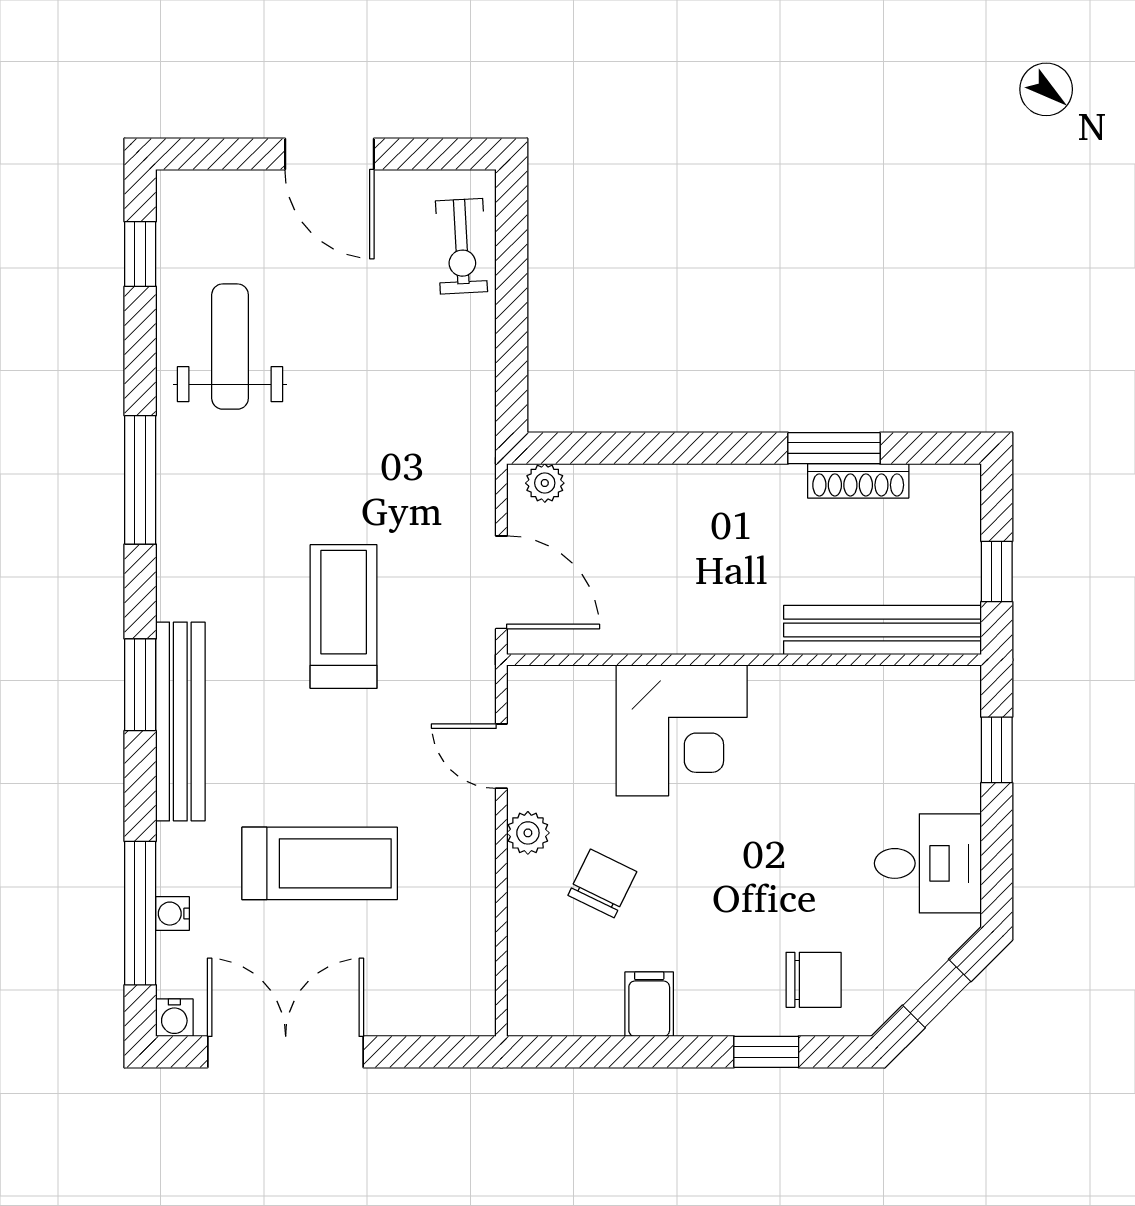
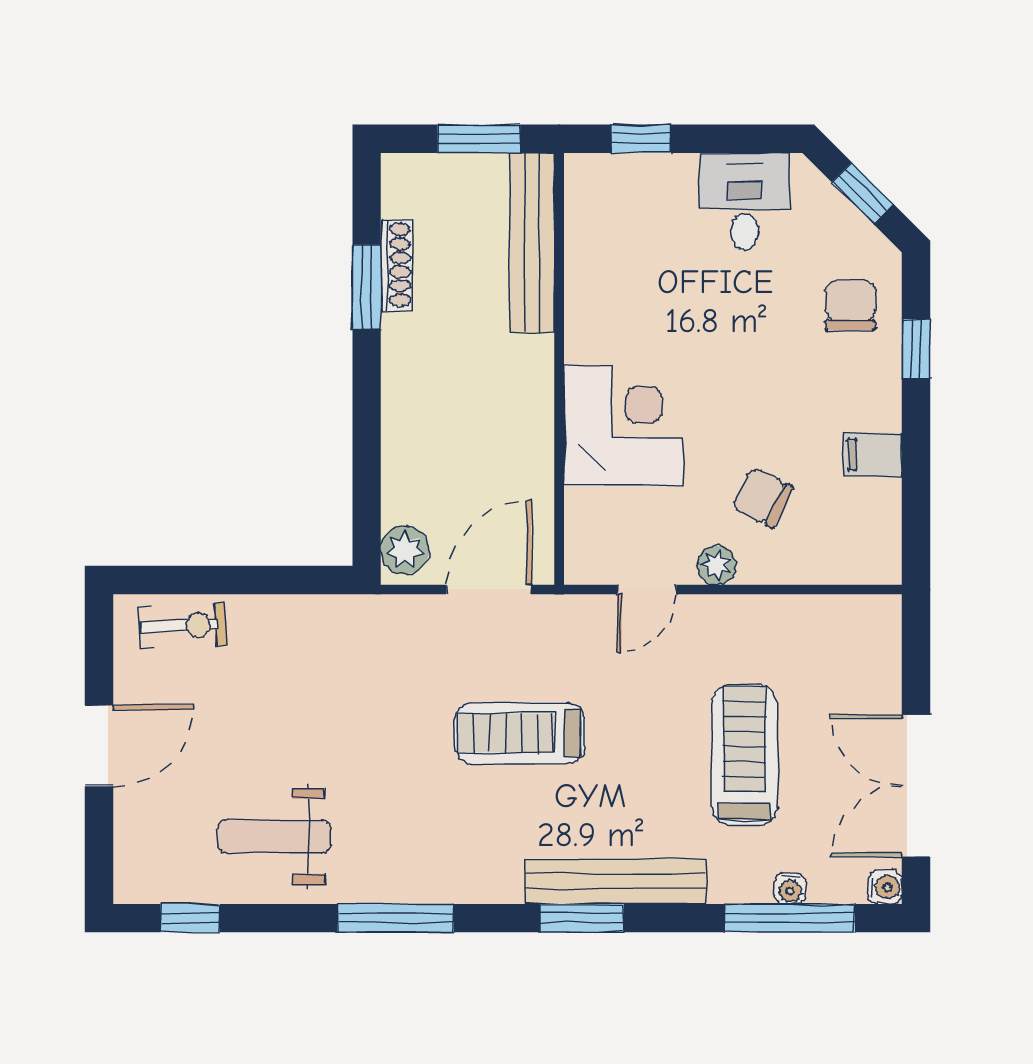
plant: (545, 483) -> (405, 550), width x1.38, depth x1.38
window: (997, 571) -> (479, 139), width x1.50

